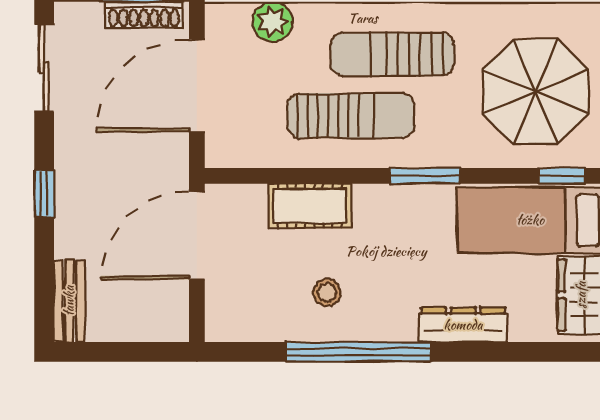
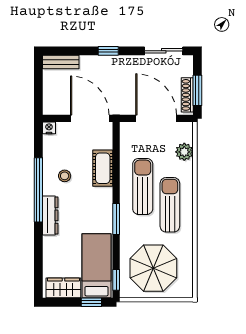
sun lounger: (351, 116) -> (143, 186), turned 180
dresser: (463, 325) -> (50, 215), moved
nightstand: (218, 328) -> (49, 128), added

